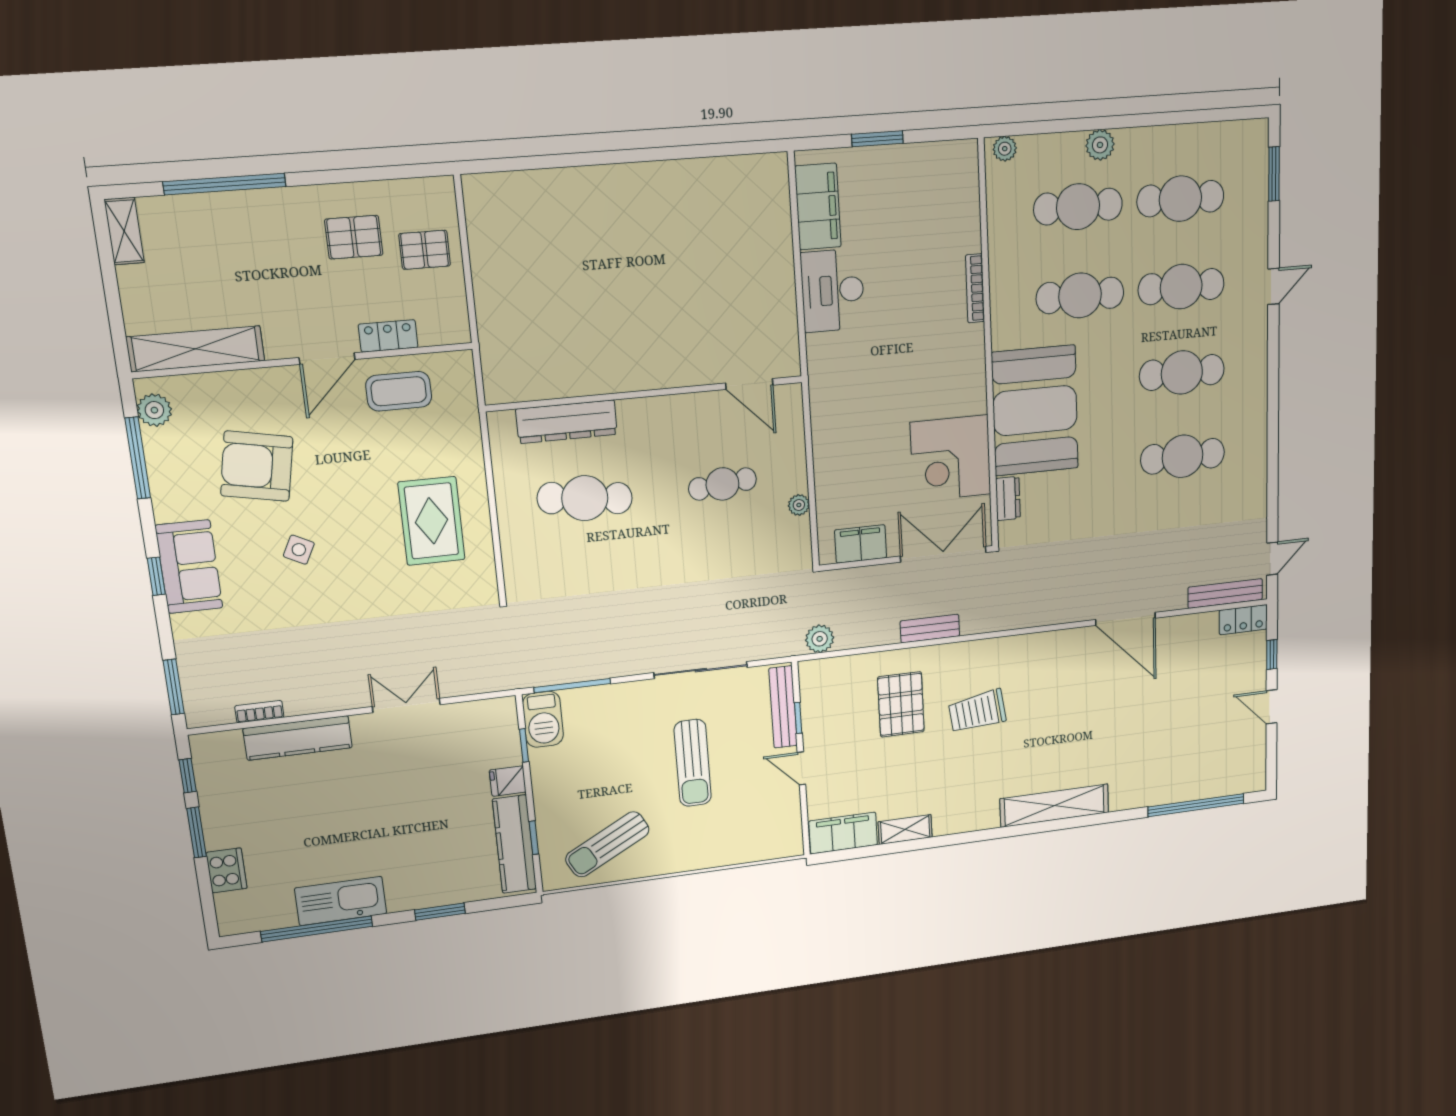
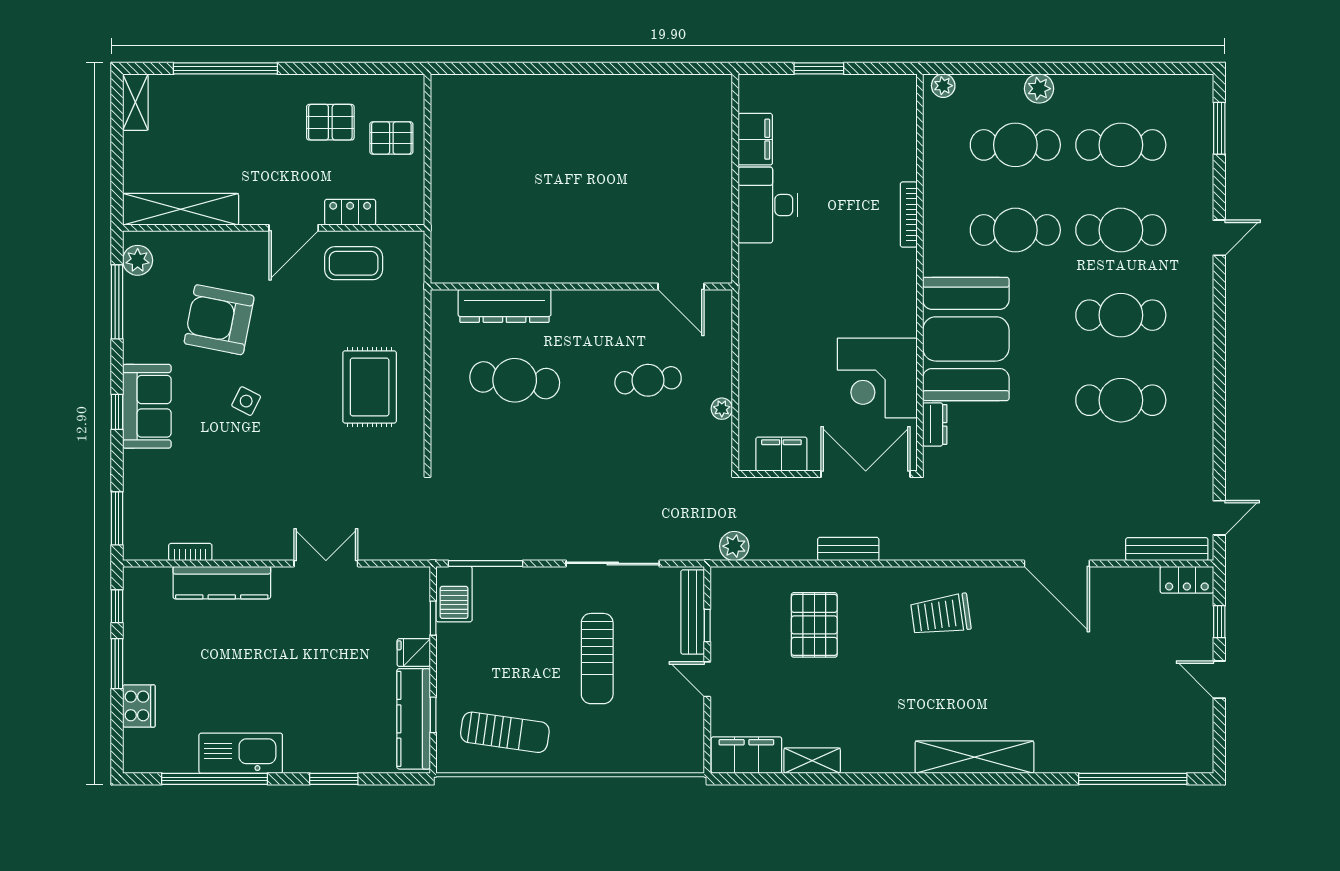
filing cabinet: (818, 207) -> (755, 139), width x0.67, depth x0.86
trolley: (977, 711) -> (941, 615), moved
sun lounger: (607, 844) -> (505, 732), turned -144

